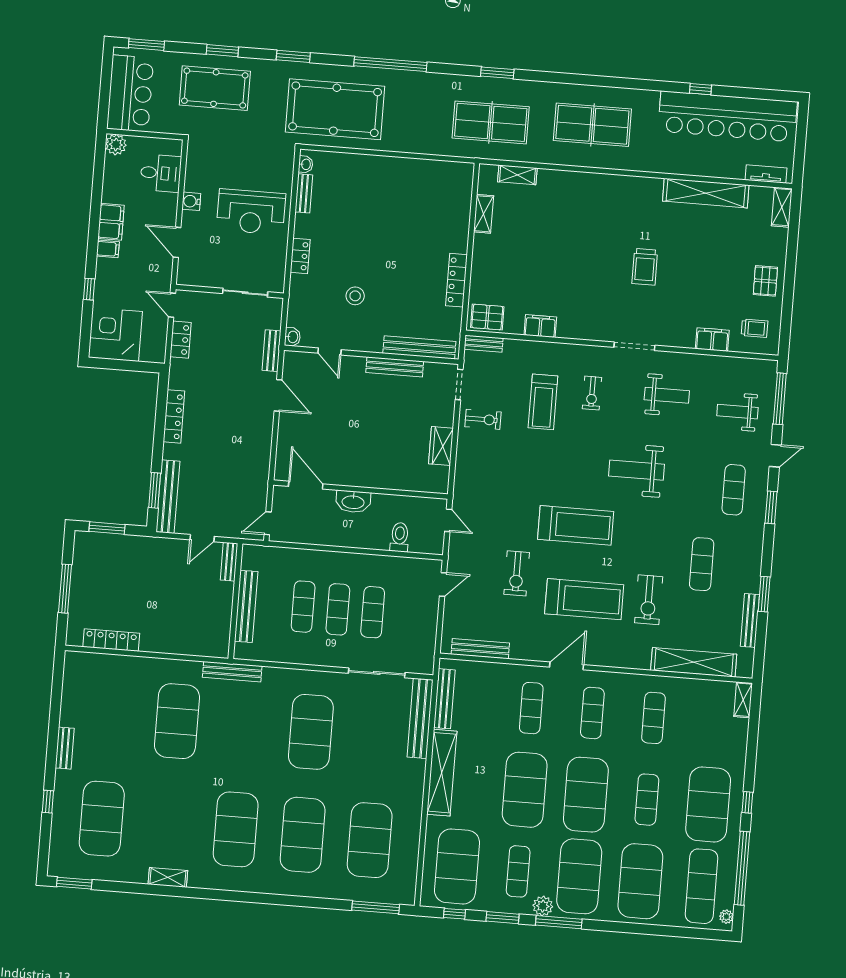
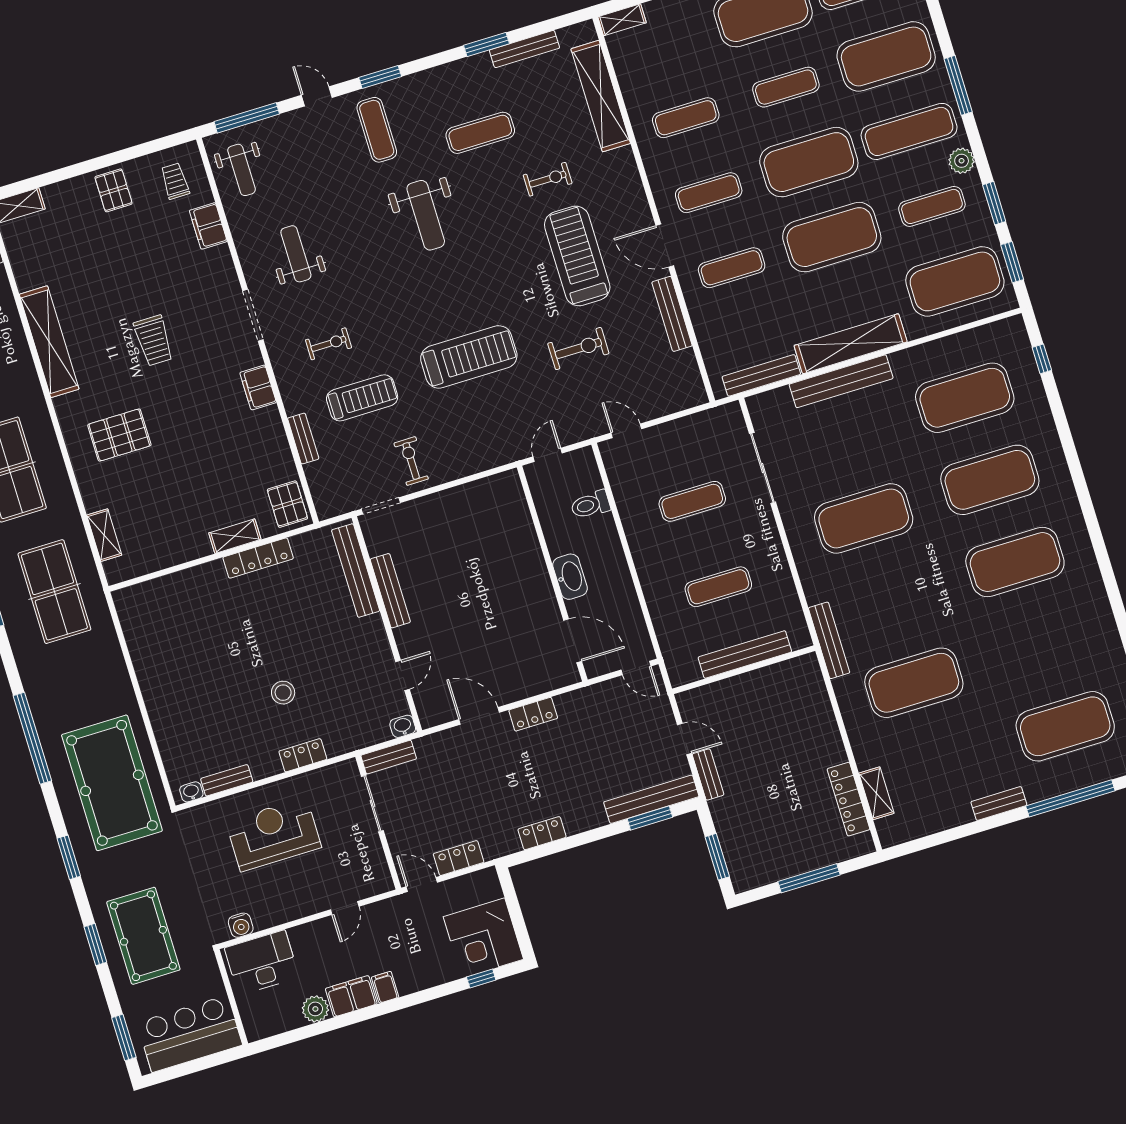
plant: (116, 145) -> (315, 1009), moved
desk: (161, 173) -> (262, 963), width x1.37
shelving: (706, 193) -> (49, 342), moved
water cooler: (191, 201) -> (241, 925), moved
reception desk: (251, 212) -> (274, 834), turned -90
shelving: (484, 214) -> (235, 536), moved
pallet: (586, 215) -> (119, 435), added
door: (177, 242) -> (345, 908), width x0.73
trolley: (645, 267) -> (154, 340), turned 90
pallet: (765, 281) -> (114, 190), turned 90
window: (89, 289) -> (481, 978), moved
stool: (355, 296) -> (283, 693), moved
door: (172, 305) -> (422, 885), swing flipped
filing cabinet: (540, 326) -> (258, 387), moved
bench: (484, 344) -> (303, 439), moved
bench: (271, 351) -> (389, 757), moved
door: (278, 395) -> (479, 716), hinge flipped
weight bench: (737, 412) -> (242, 170), moved
locker: (174, 416) -> (542, 833), width x0.66
locker: (264, 435) -> (533, 714), added
wardrobe: (441, 446) -> (463, 498), removed
weight bench: (636, 470) -> (426, 215), moved
door: (306, 485) -> (573, 641), swing flipped
exercise mat: (734, 490) -> (377, 130), turned 90
treadmill: (576, 525) -> (469, 357), moved, turned 90
bench: (229, 562) -> (708, 774), moved, turned 90
exercise bike: (649, 600) -> (548, 179), width x0.73, depth x0.72
exercise mat: (338, 609) -> (705, 544), removed
bench: (480, 649) -> (672, 314), moved
bench: (420, 718) -> (841, 381), moved
window: (48, 802) -> (1070, 798), width x3.17
exercise mat: (579, 876) -> (909, 131), width x0.68
shelving: (168, 877) -> (876, 793), moved
window: (376, 907) -> (1042, 359), width x0.46
window: (455, 914) -> (1012, 262), width x1.50
window: (559, 922) -> (958, 85), moved

